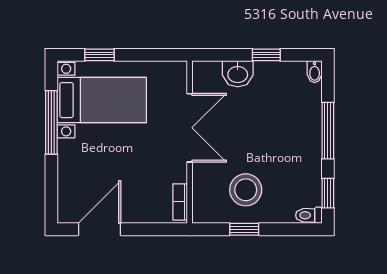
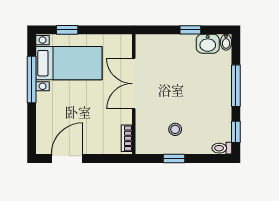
washbasin: (238, 74) -> (208, 44), moved
double door: (190, 128) -> (134, 84), swing flipped
stool: (246, 190) -> (175, 129), width x0.53, depth x0.53

